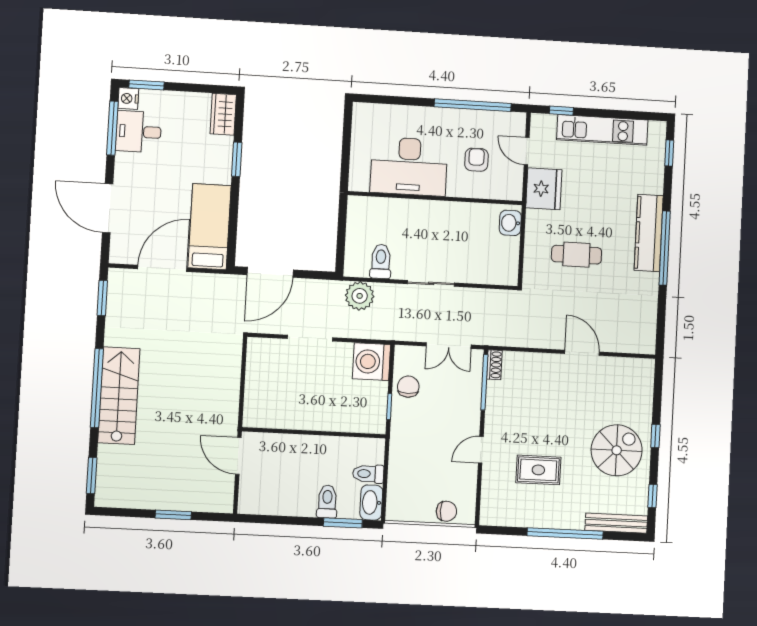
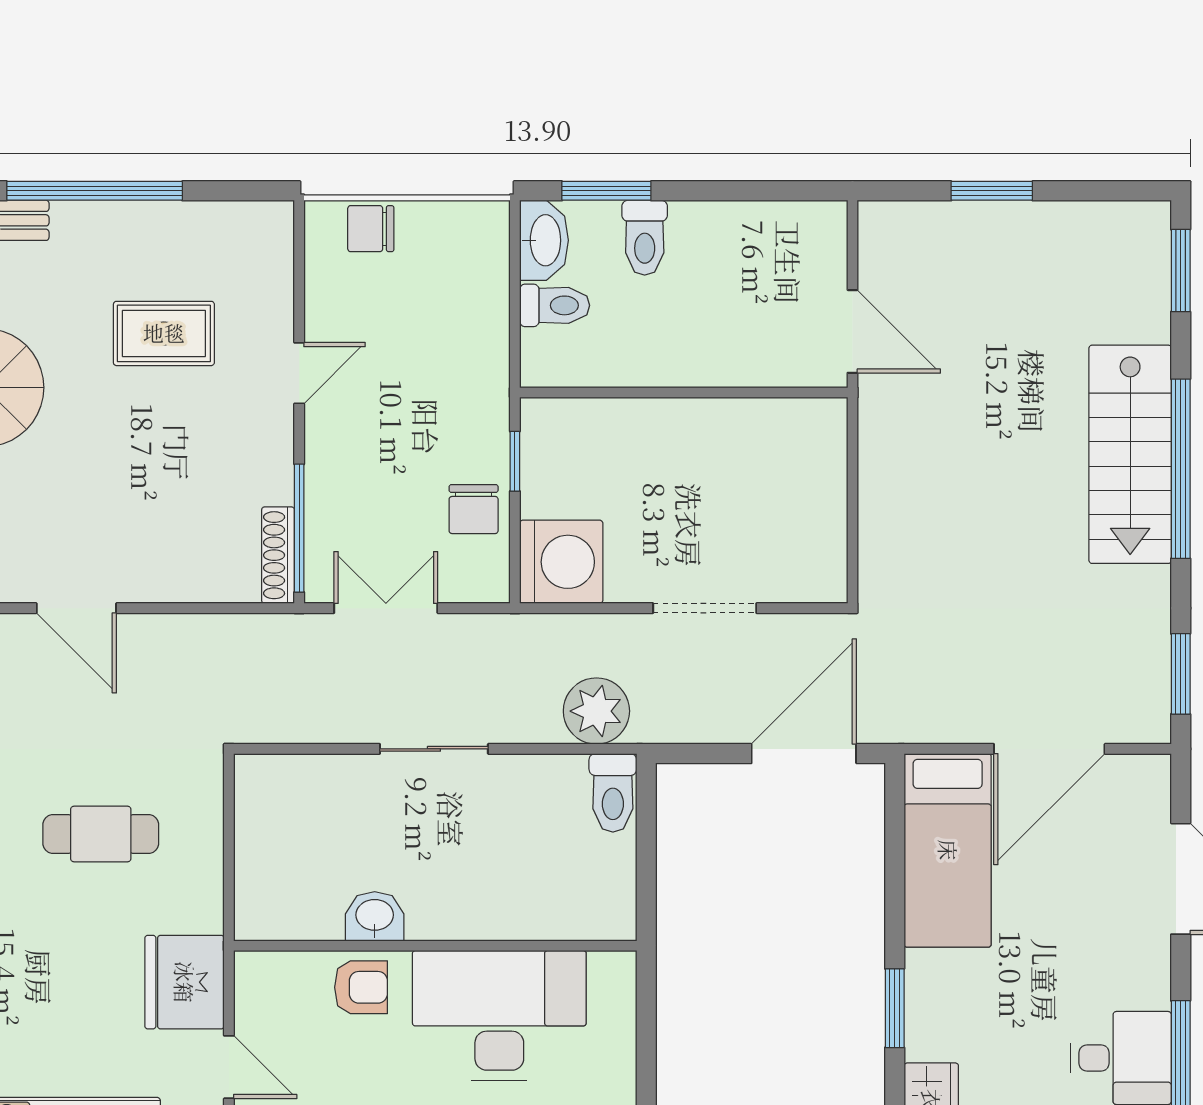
armchair: (476, 160) -> (361, 987), moved, turned -90
washbasin: (510, 223) -> (375, 916), moved, turned -90
toilet: (381, 261) -> (613, 793), moved
shoe rack: (494, 365) -> (278, 555), width x1.43

